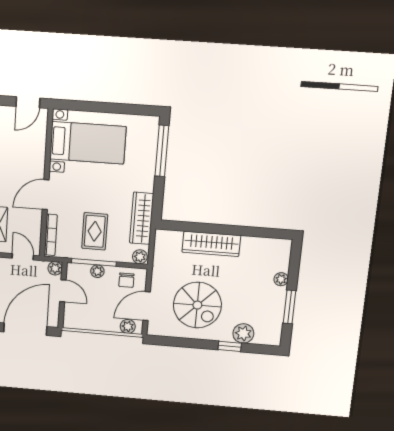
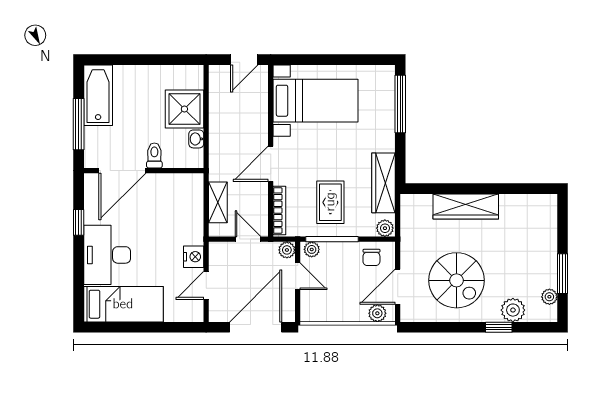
plant: (97, 271) -> (312, 249), moved
plant: (281, 279) -> (549, 297), moved

